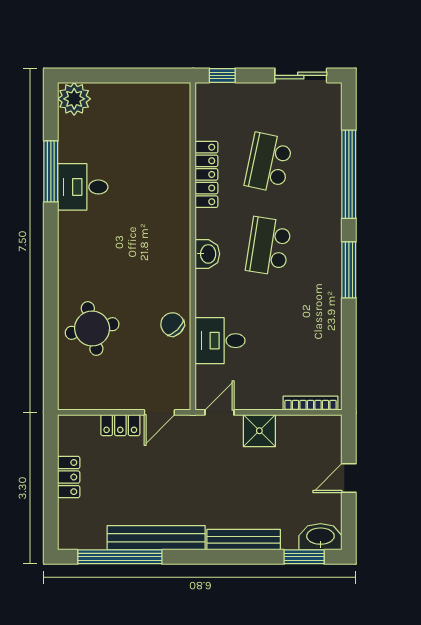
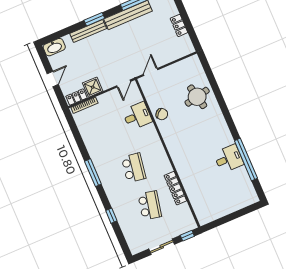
sliding door: (301, 75) -> (162, 247), moved
plant: (74, 99) -> (249, 197), removed
window: (51, 171) -> (246, 159), width x1.46
window: (349, 174) -> (111, 216), width x0.32
washbasin: (207, 254) -> (160, 153), removed
locker: (120, 425) -> (76, 97), moved
shower: (259, 431) -> (93, 87), moved
window: (304, 557) -> (94, 19), moved

